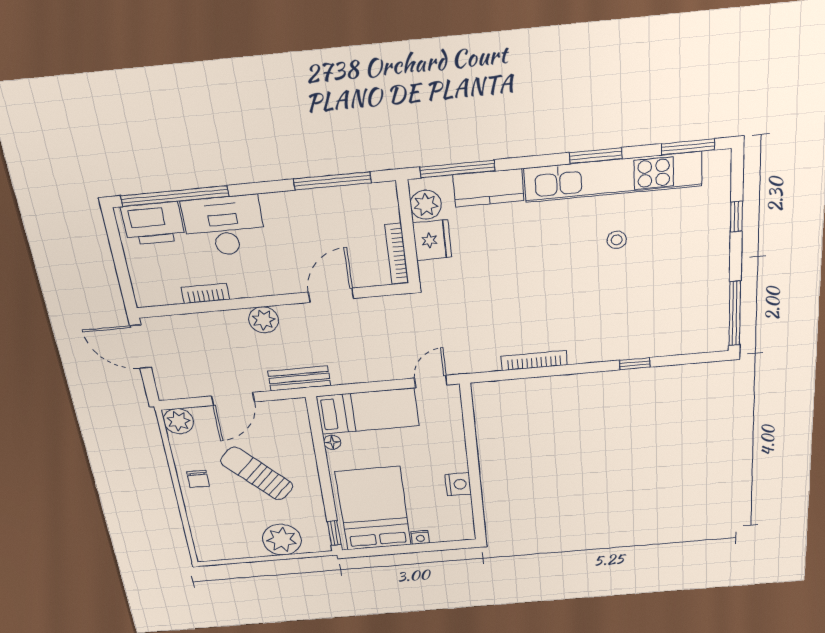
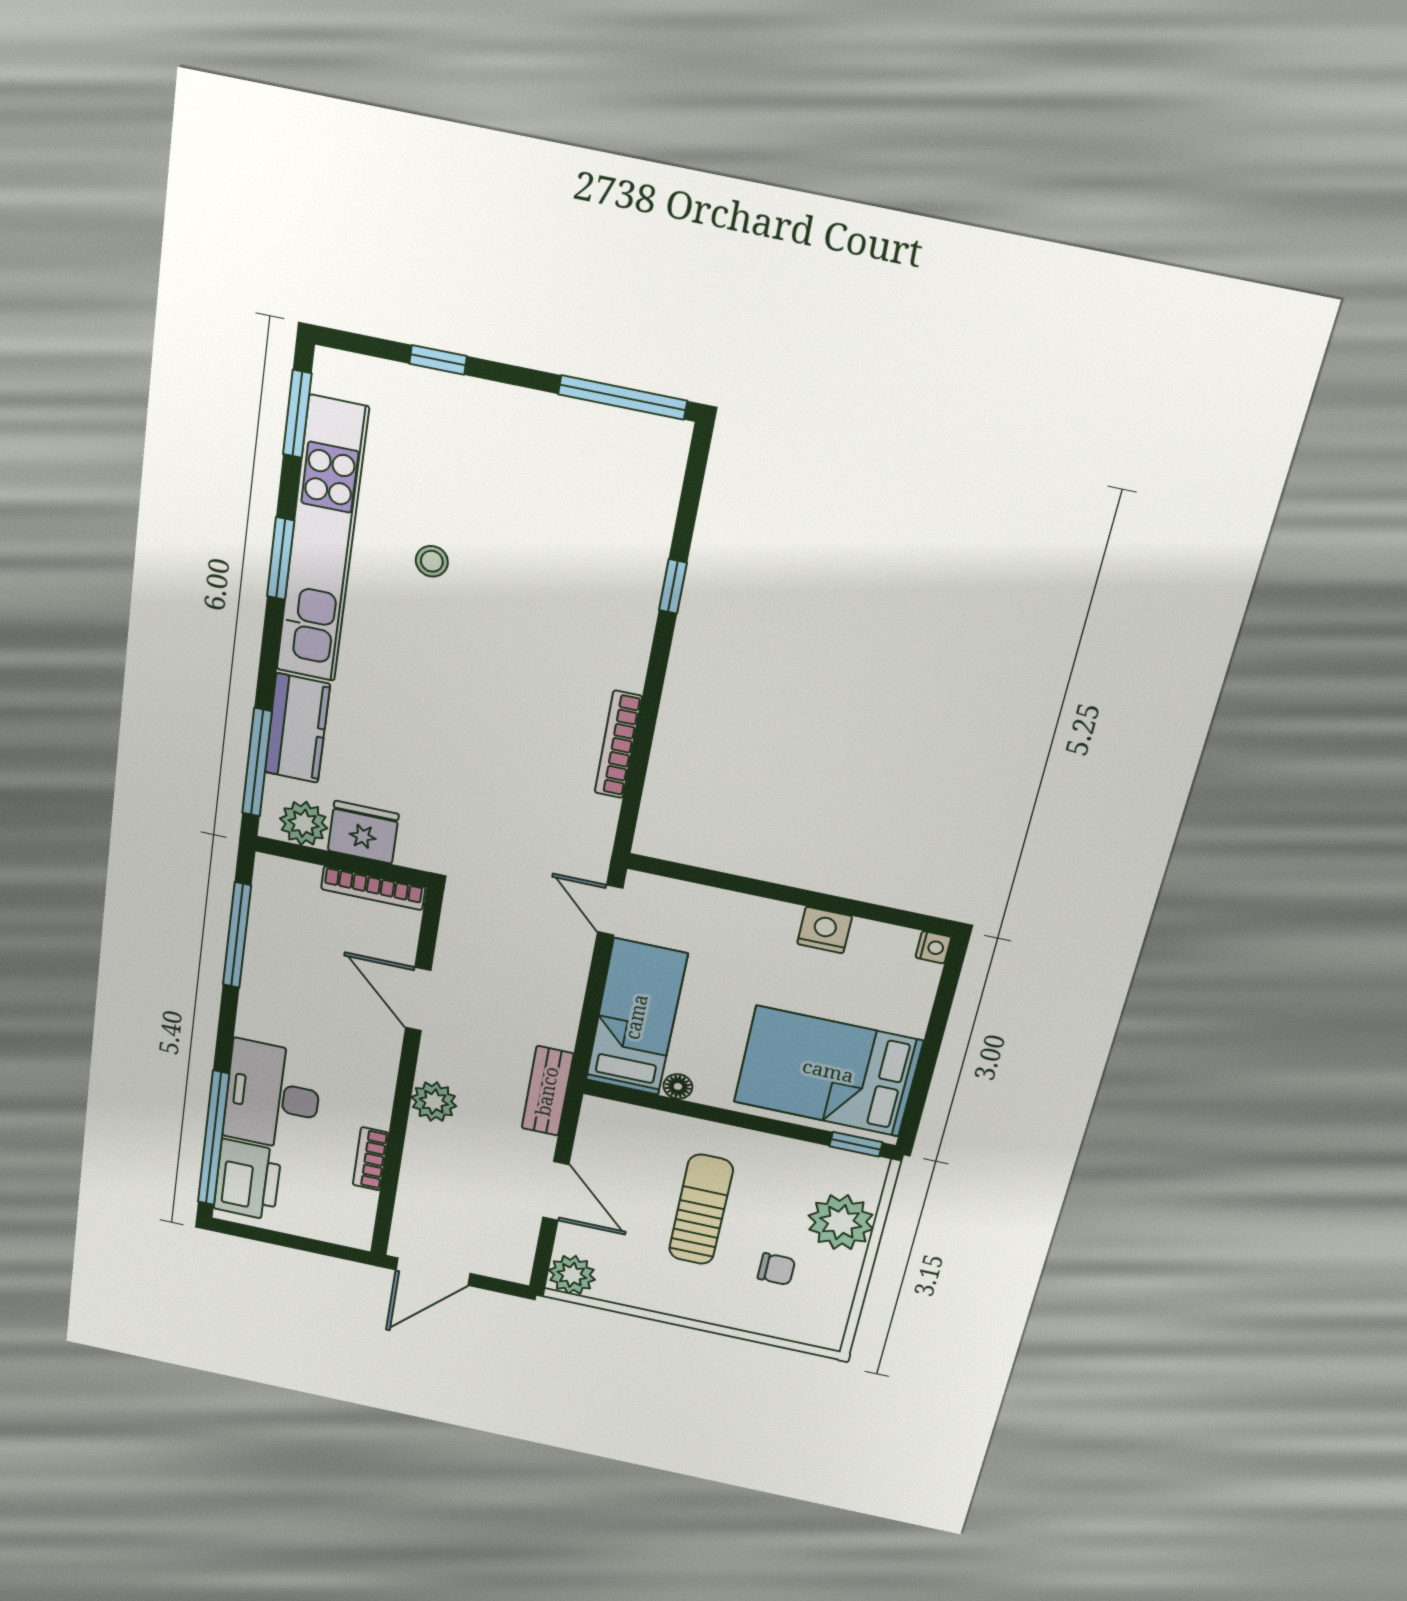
sun lounger: (257, 474) -> (701, 1210), turned 135
chair: (198, 479) -> (776, 1269), moved
nightstand: (420, 537) -> (933, 947), moved

